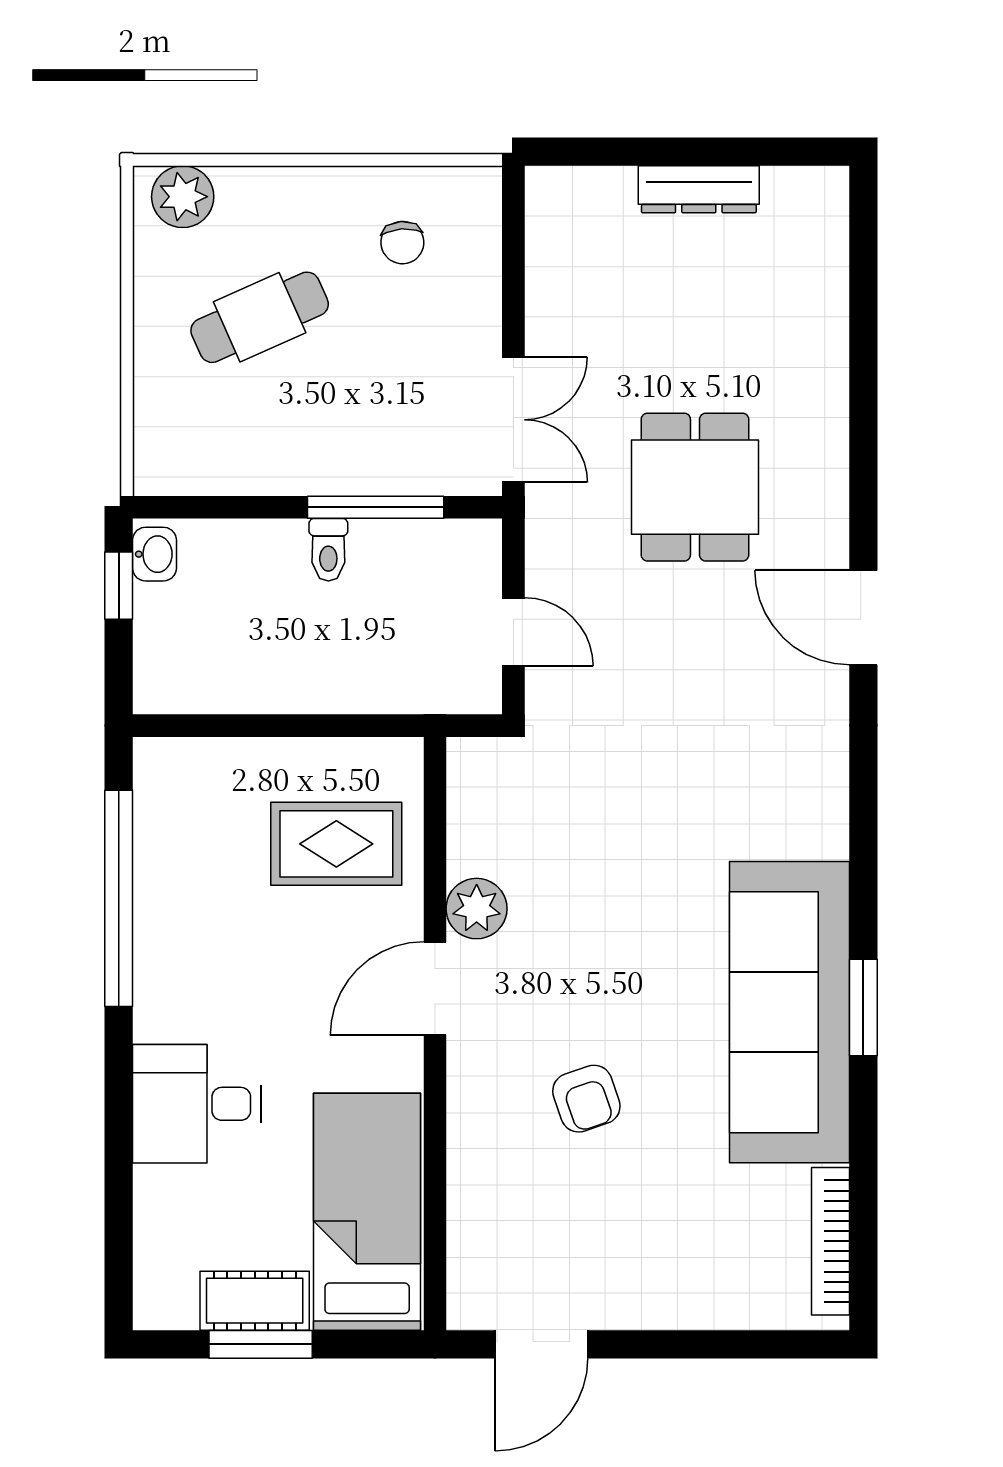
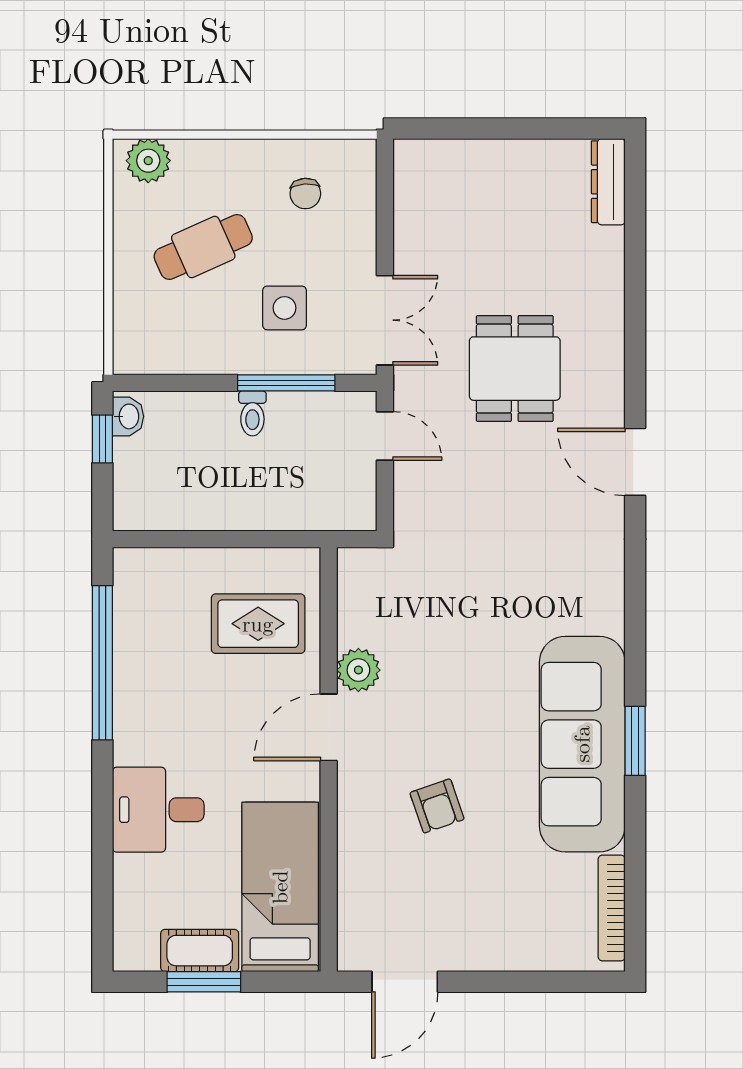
dresser: (699, 189) -> (608, 182), moved, turned 90
side table: (373, 403) -> (284, 308), added
door: (513, 632) -> (385, 436), moved

